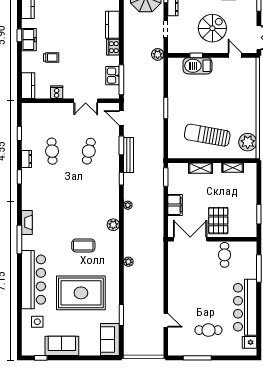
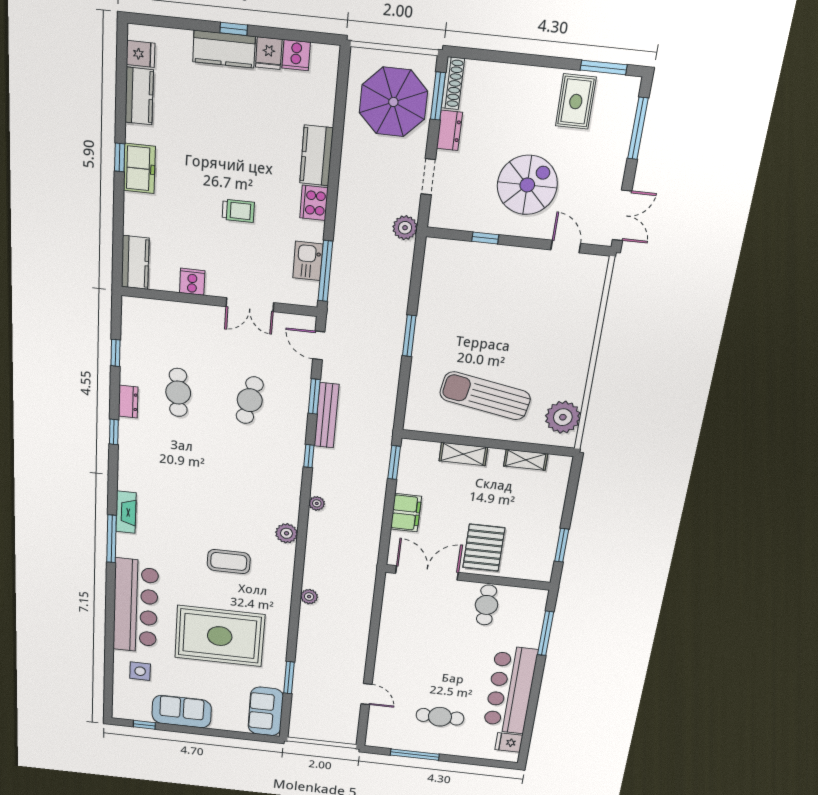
trolley: (51, 57) -> (238, 211), moved
barbecue: (197, 66) -> (485, 260), removed

